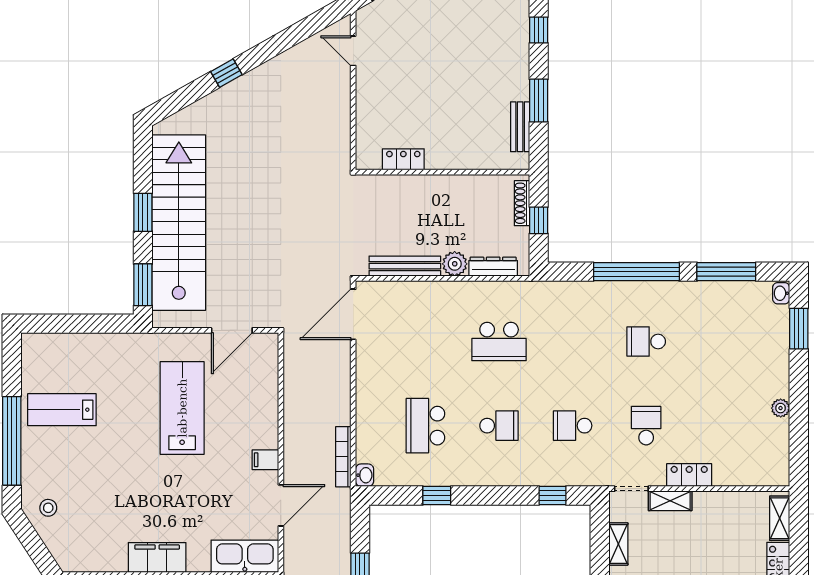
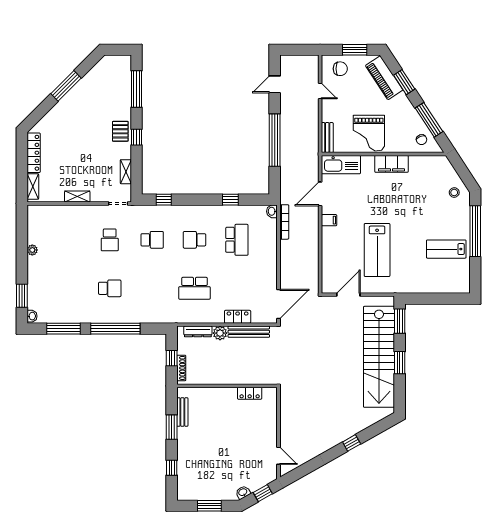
school desk: (499, 342) -> (194, 288), turned 180
lab bench: (62, 410) -> (446, 249), turned 180
locker: (689, 475) -> (238, 317), moved, turned 180
shelving: (670, 501) -> (77, 197), moved

